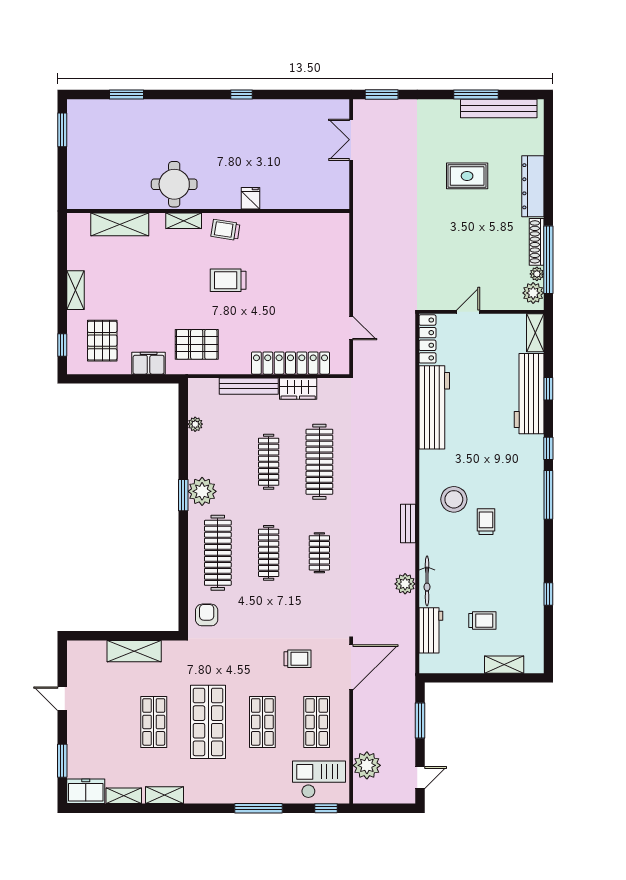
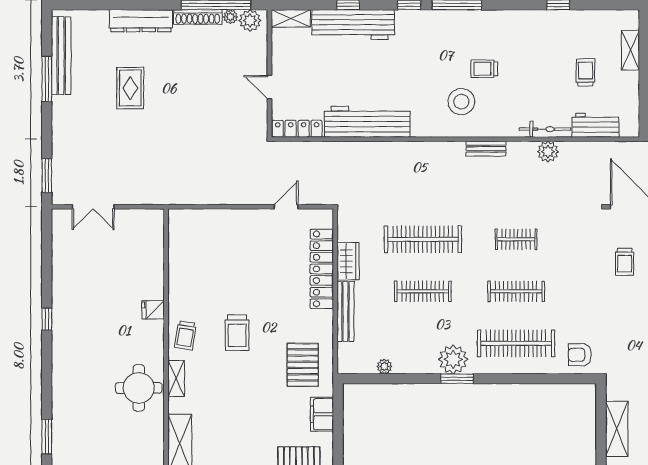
trolley: (297, 659) -> (625, 262), turned 180

